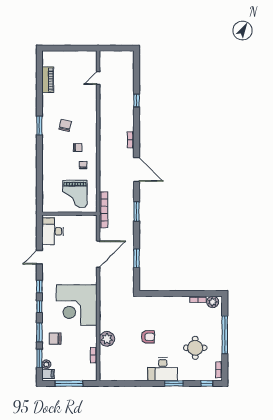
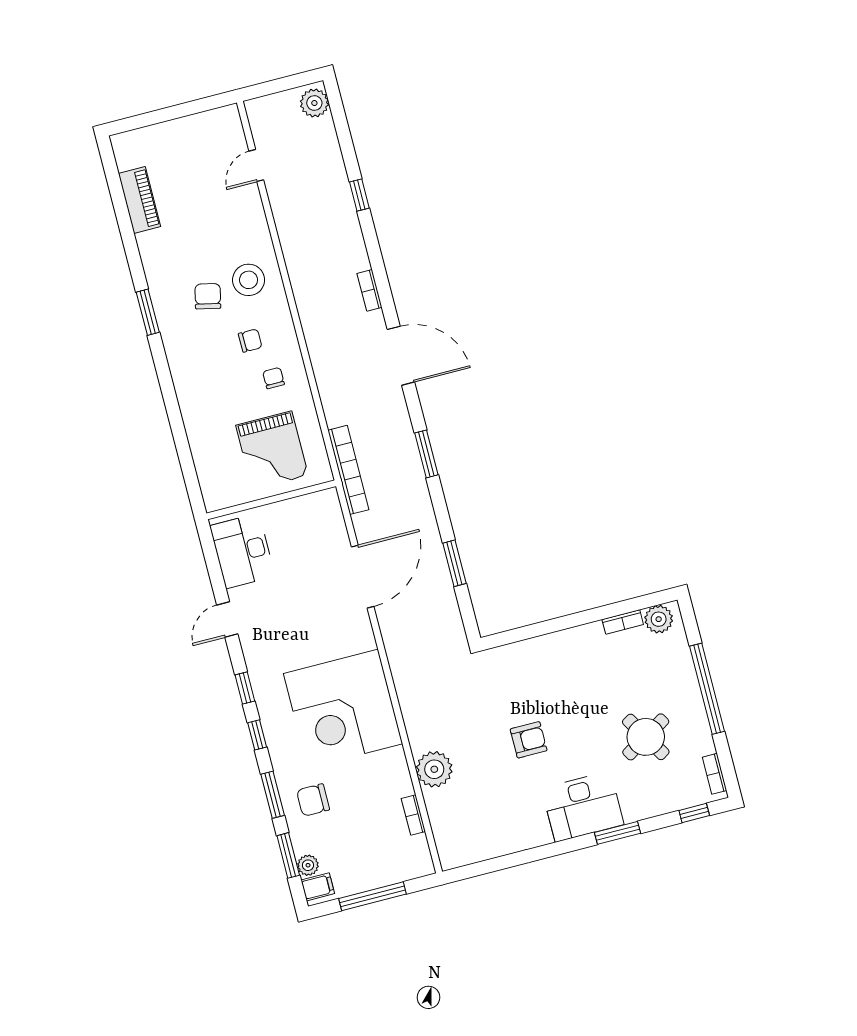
plant: (128, 59) -> (314, 103), added
stool: (83, 123) -> (249, 280), added
round table: (195, 348) -> (646, 737), turned -31

